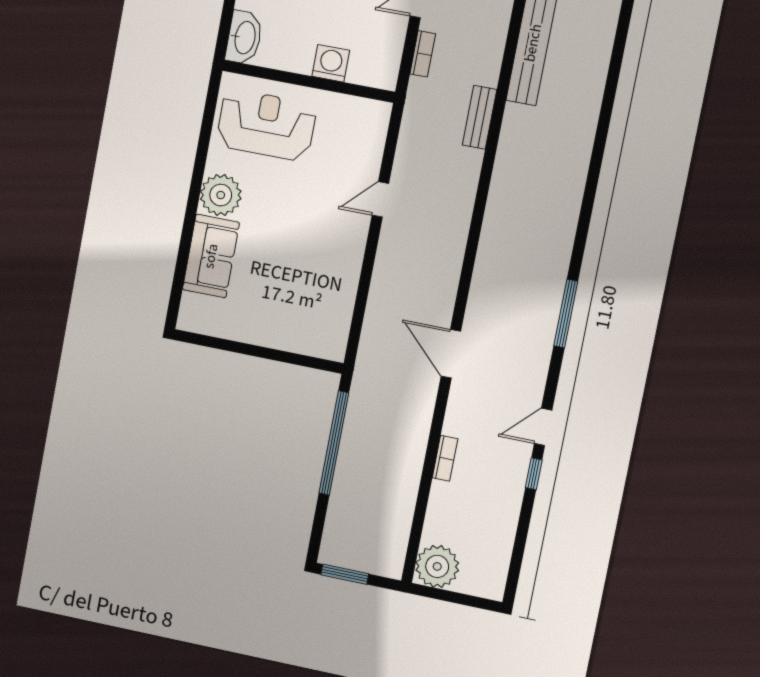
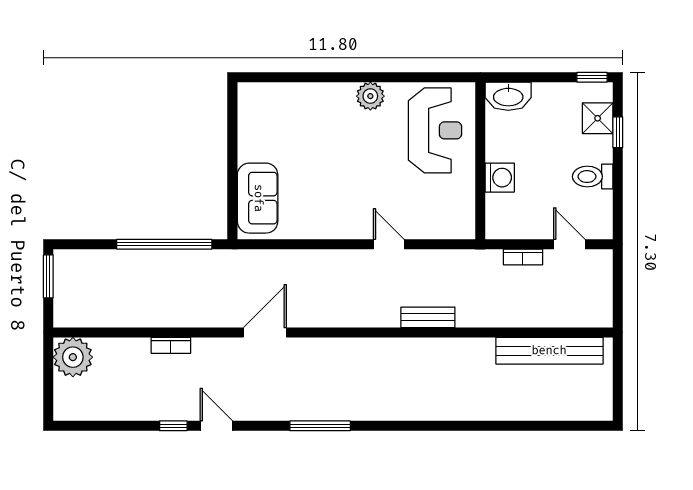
bench: (480, 117) -> (428, 317), moved
plant: (221, 195) -> (370, 96), width x0.73, depth x0.73
sofa: (211, 256) -> (258, 198), moved, turned -90

